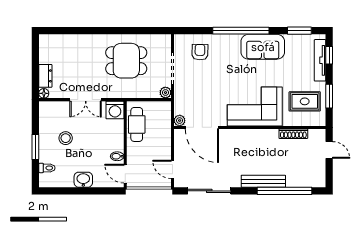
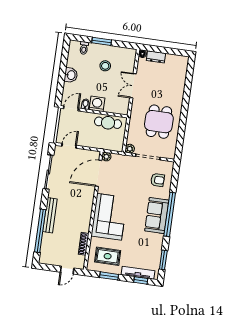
sofa: (263, 47) -> (157, 216), moved
rug: (305, 101) -> (108, 256), turned 90
washing machine: (115, 110) -> (97, 104), moved, turned 90

